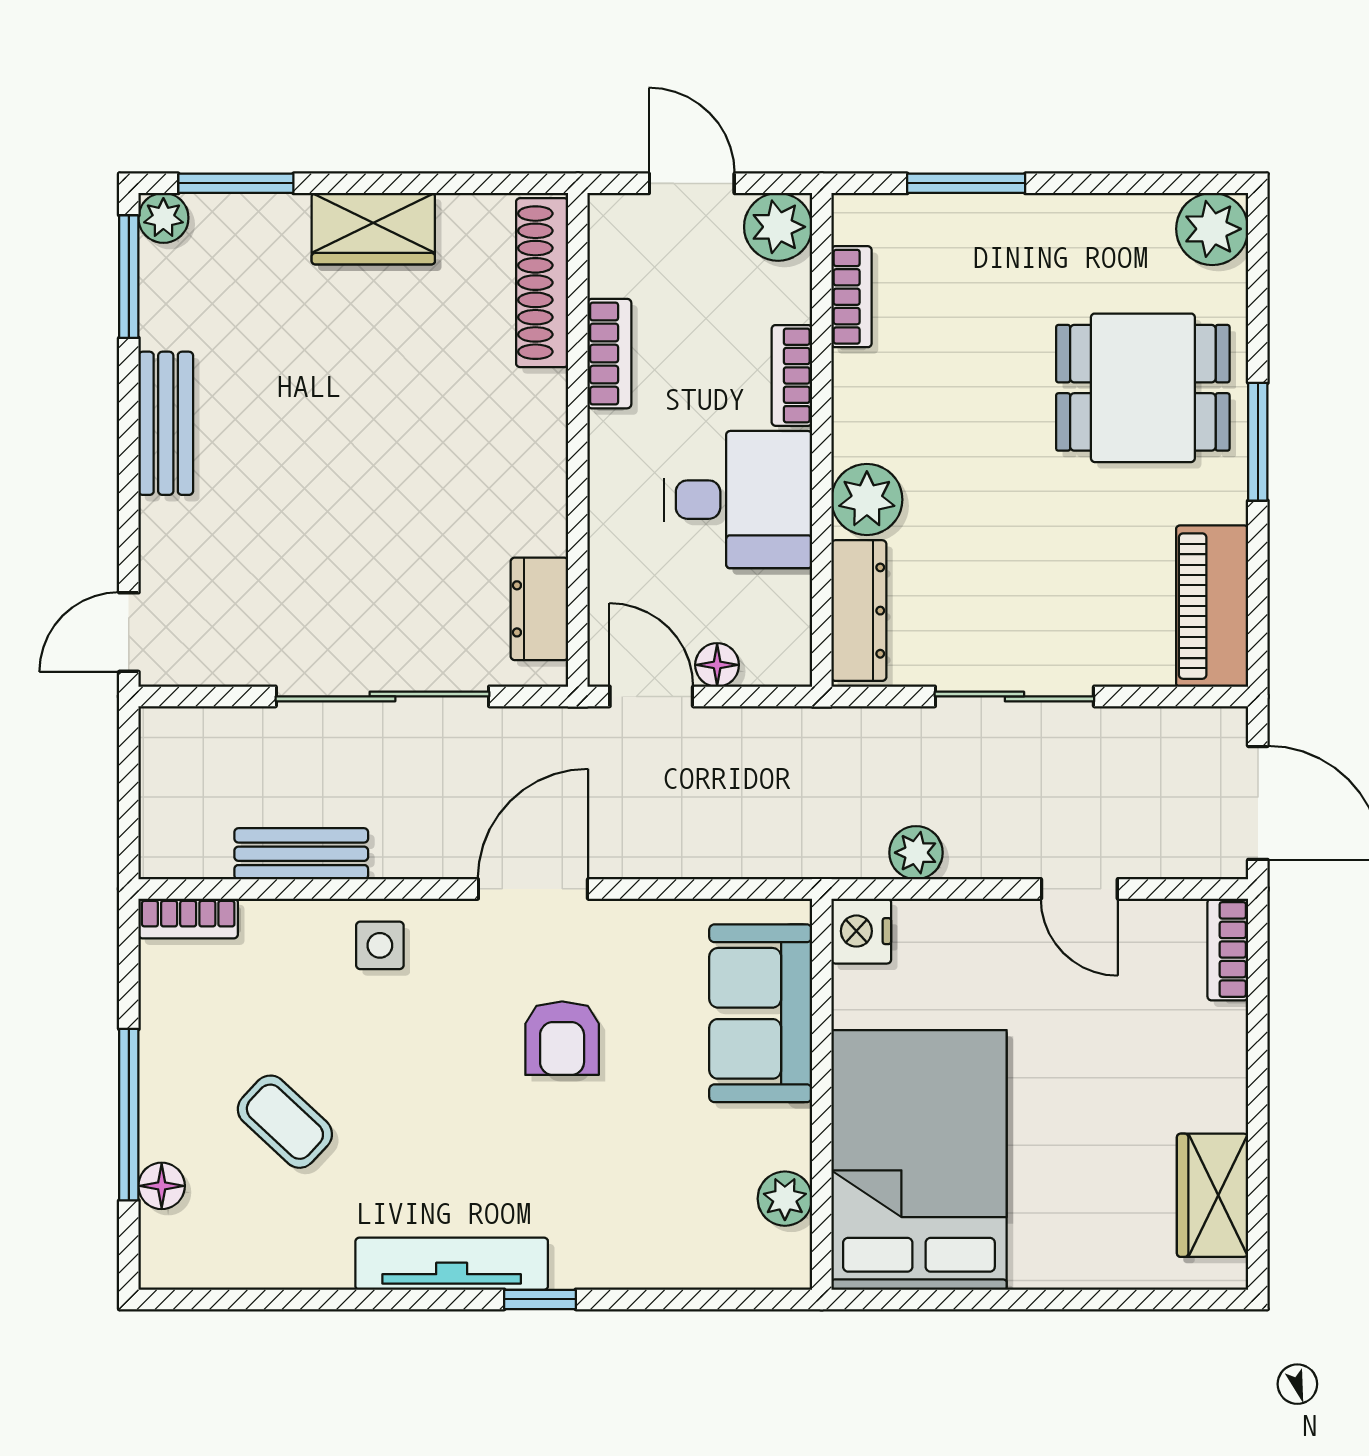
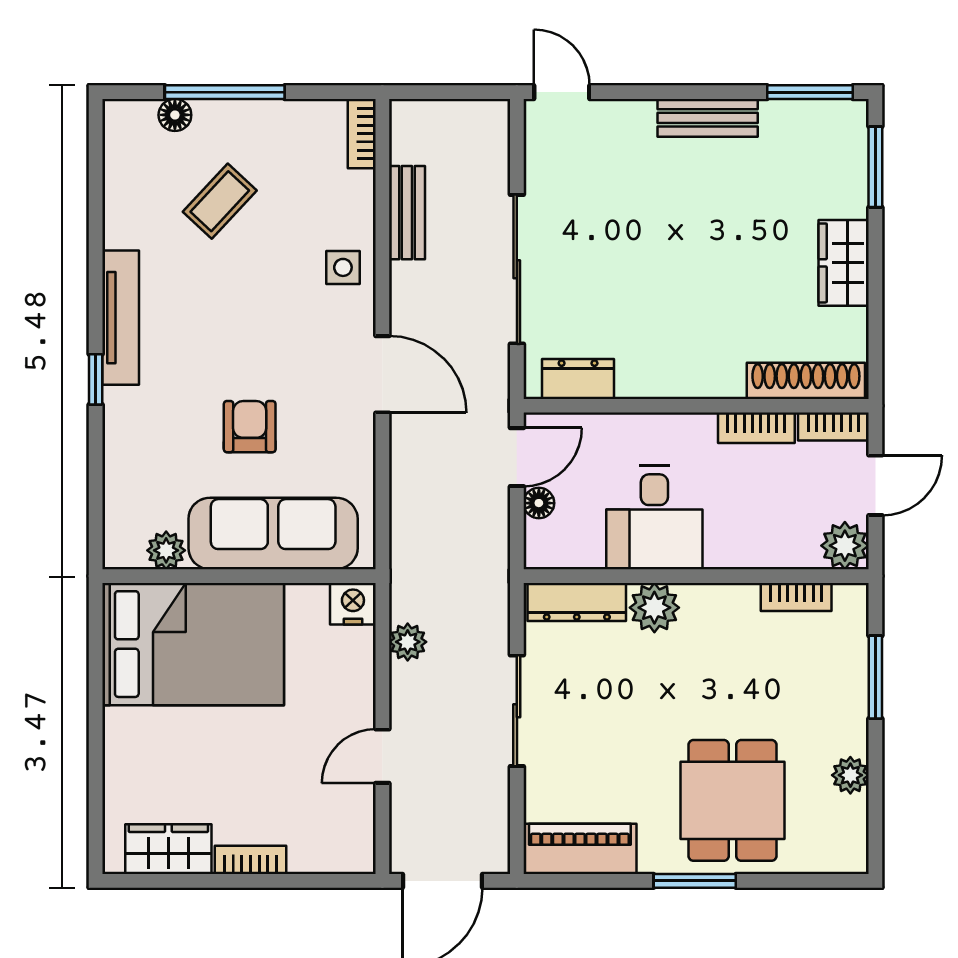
plant: (163, 218) -> (851, 116), removed
plant: (1212, 229) -> (850, 775), moved, width x0.73, depth x0.73
bookcase: (792, 375) -> (833, 427), moved, turned 180
bookcase: (1228, 949) -> (251, 860), moved
sofa: (761, 1013) -> (273, 533), width x1.36
armchair: (562, 1038) -> (250, 427), moved, turned 90

